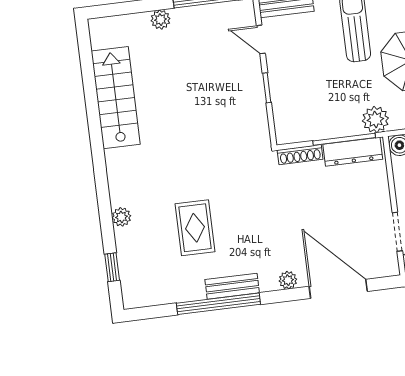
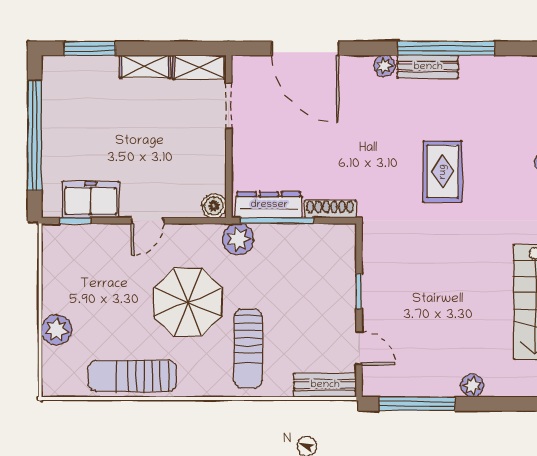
rug: (195, 228) -> (443, 172), moved
plant: (288, 280) -> (384, 66), moved

